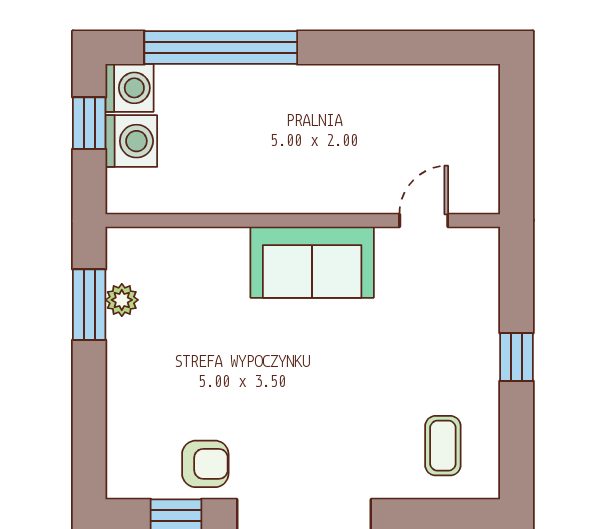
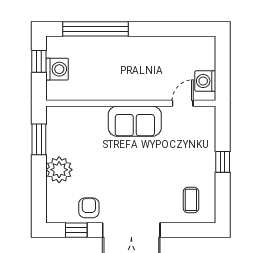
washing machine: (130, 88) -> (205, 81), moved, turned 180
plant: (122, 300) -> (59, 170), moved, width x1.88, depth x1.88
armchair: (205, 464) -> (89, 208), turned -90

